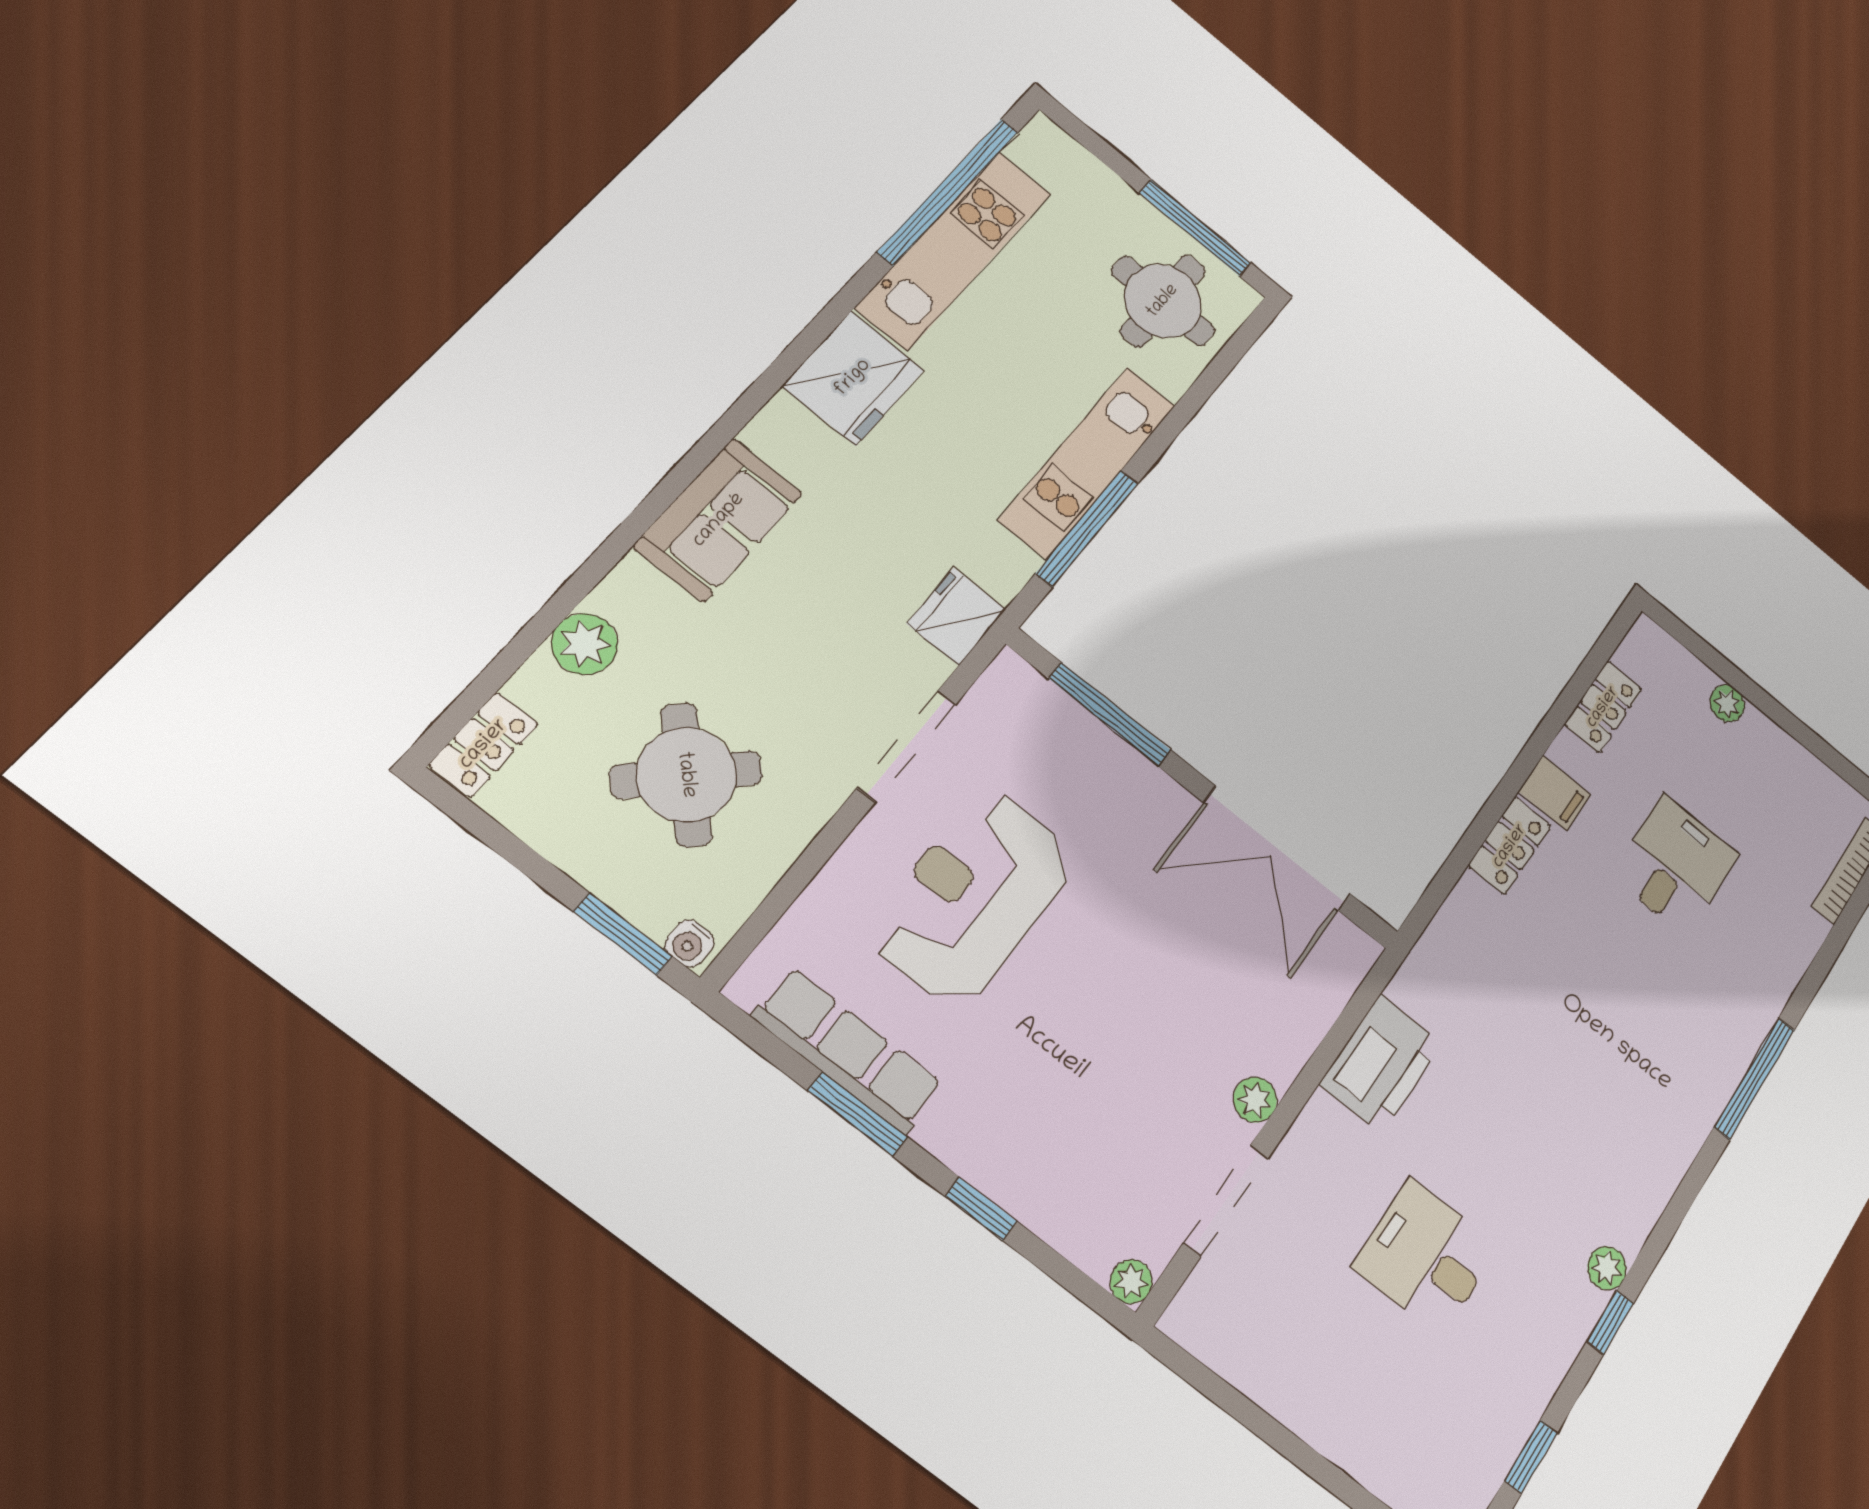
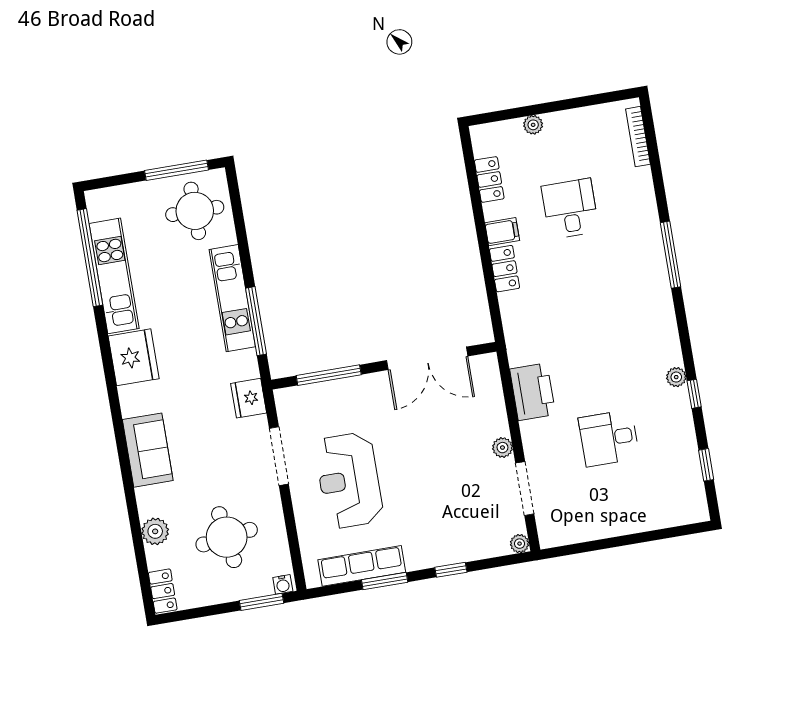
round table: (686, 775) -> (227, 537), turned 38

